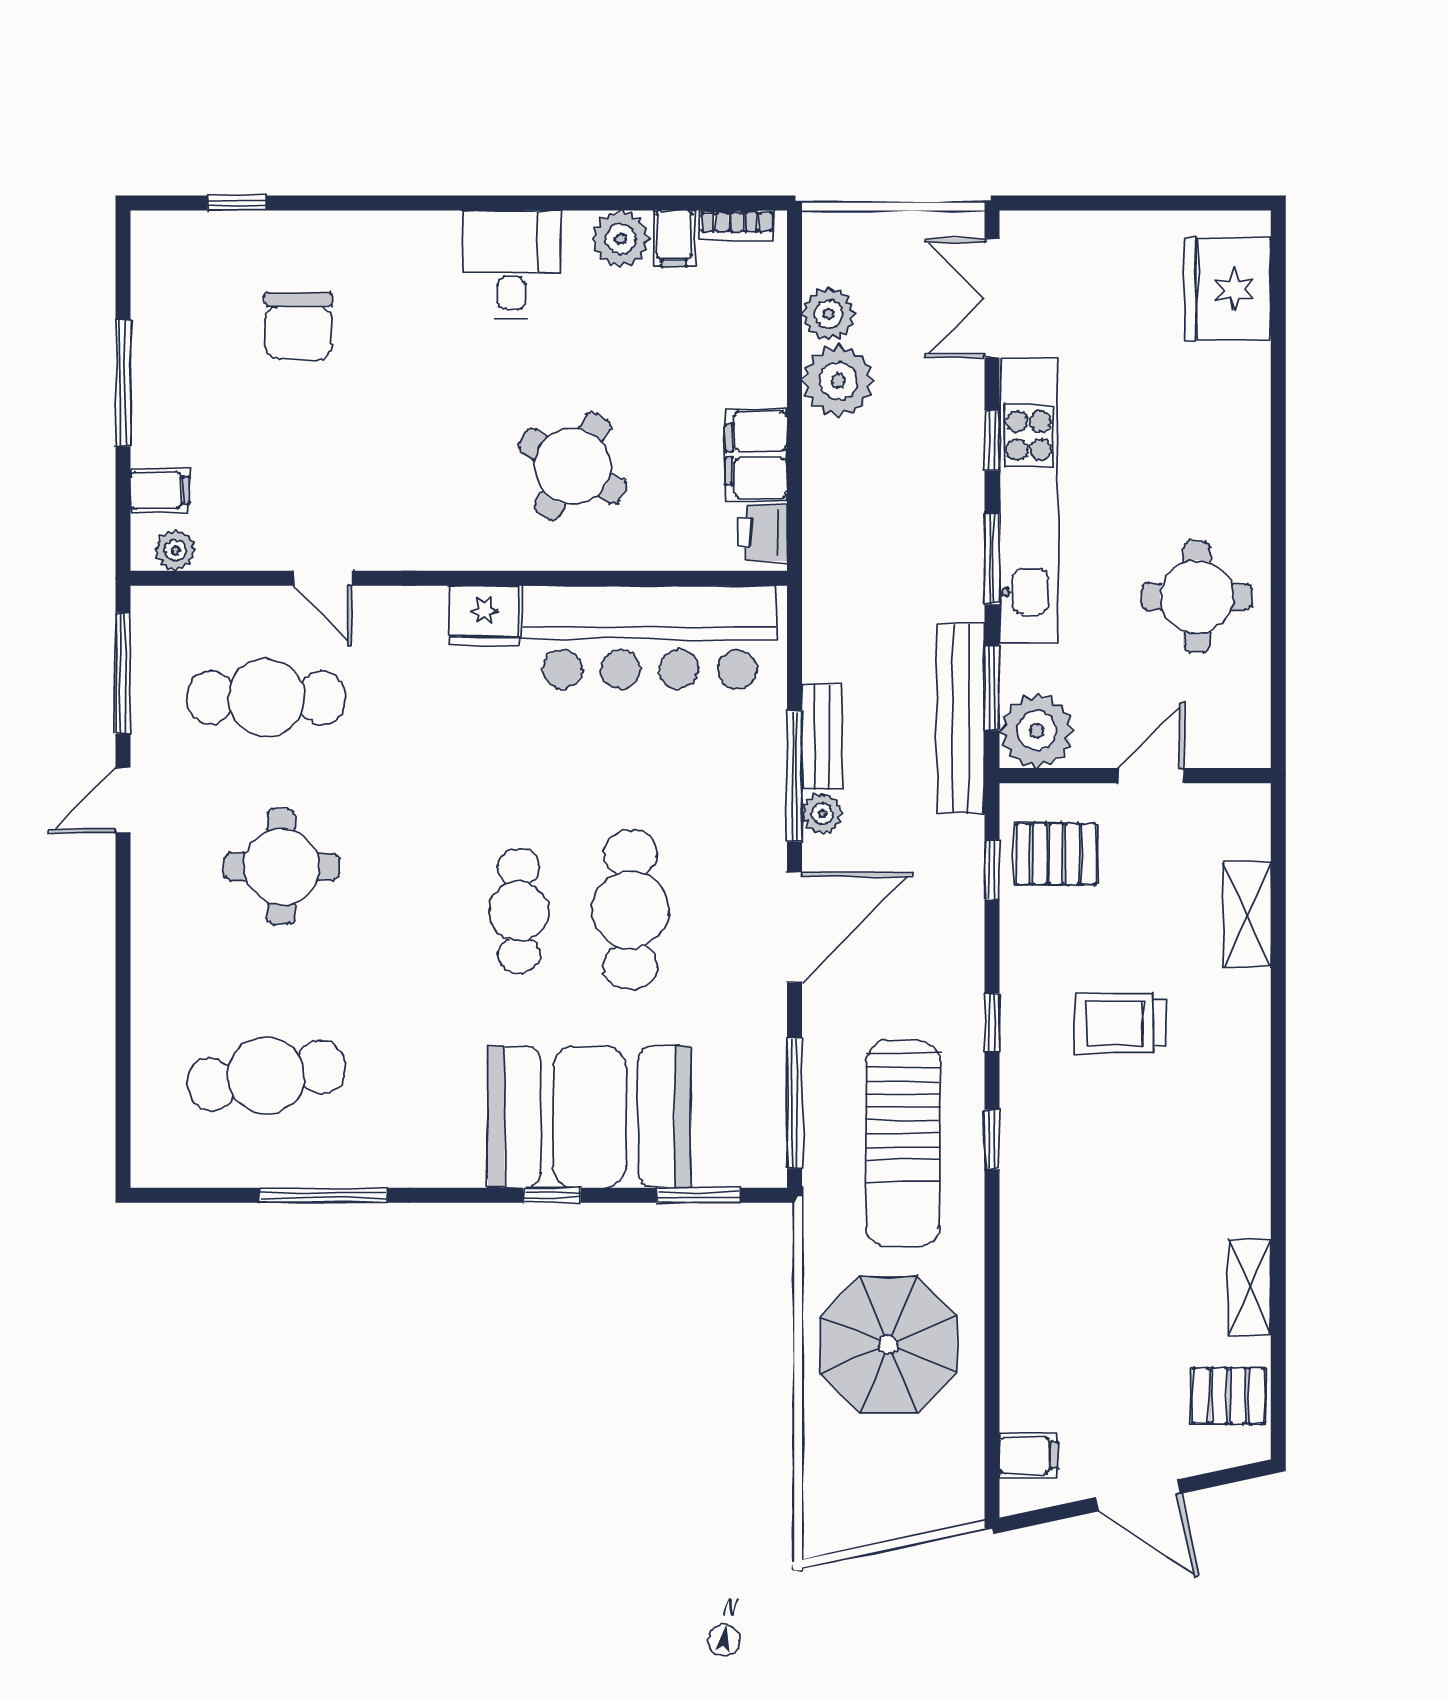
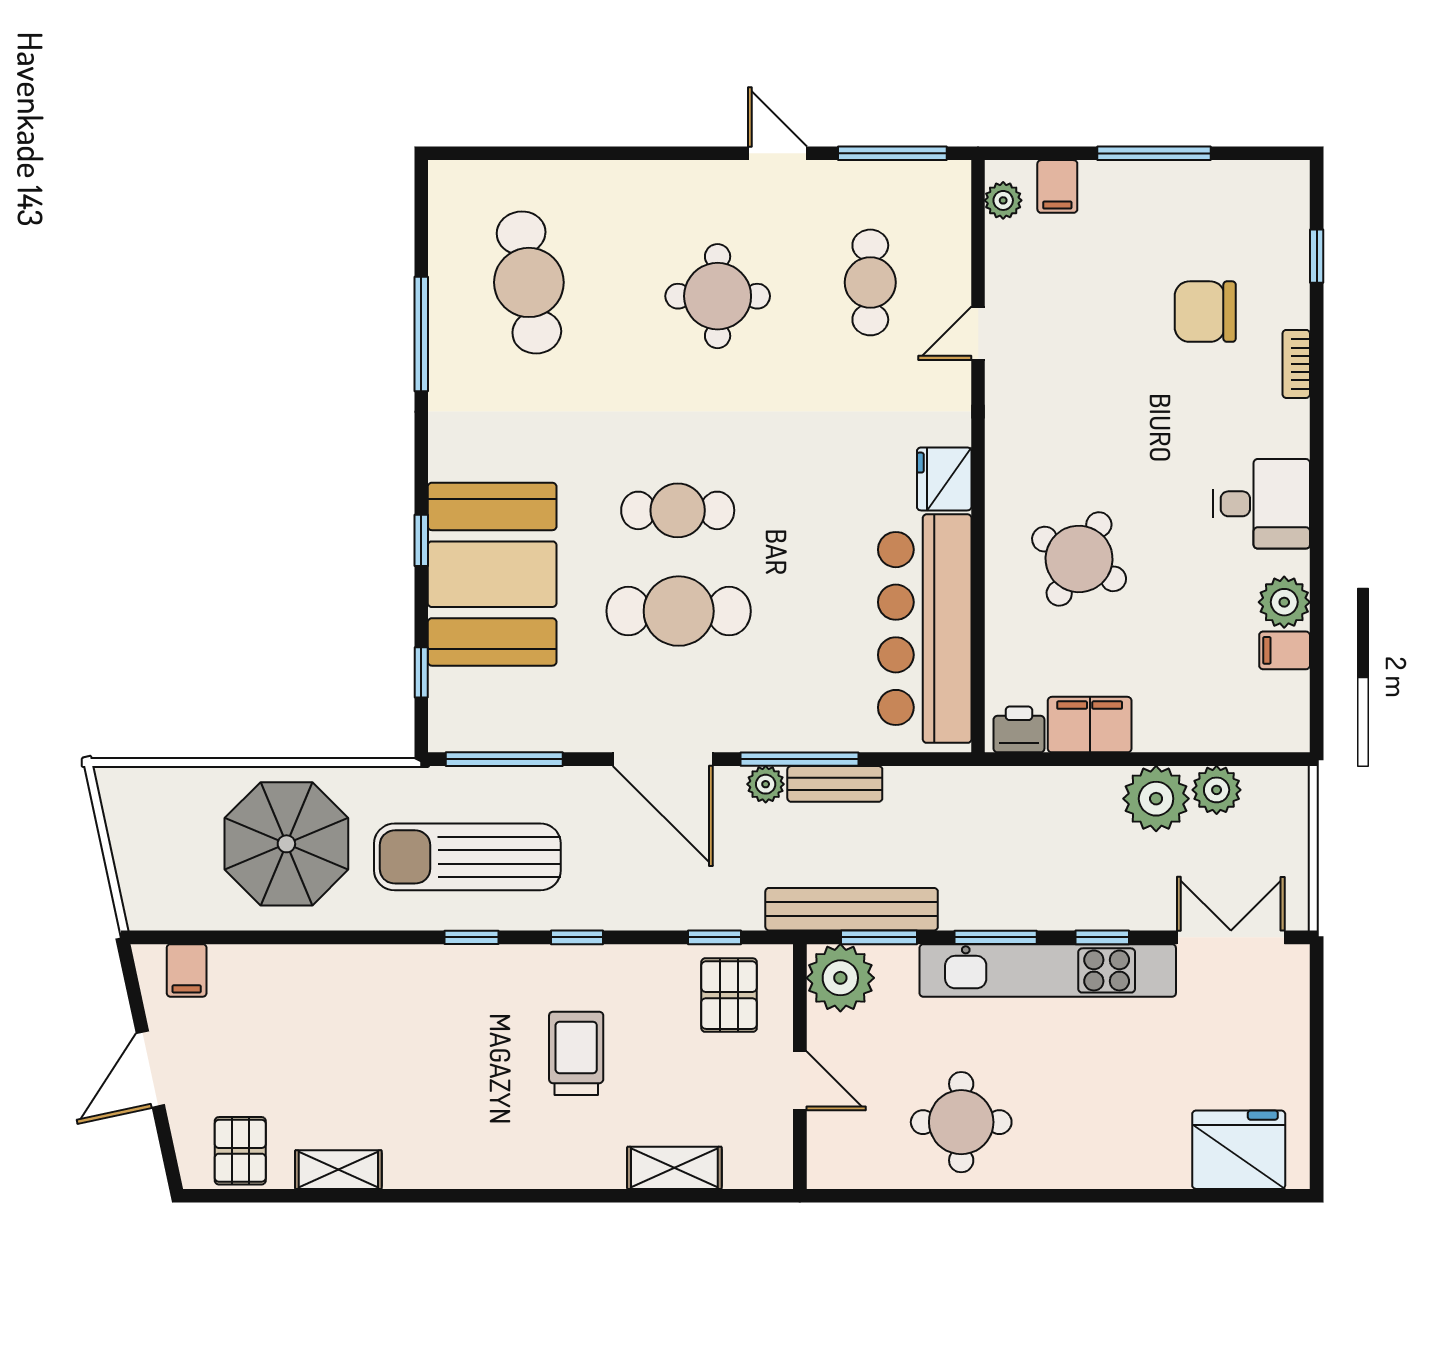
bookcase: (737, 226) -> (1296, 364), moved
cafe table: (266, 698) -> (870, 282), width x0.73, depth x0.74
window: (698, 1195) -> (421, 672), width x0.67

